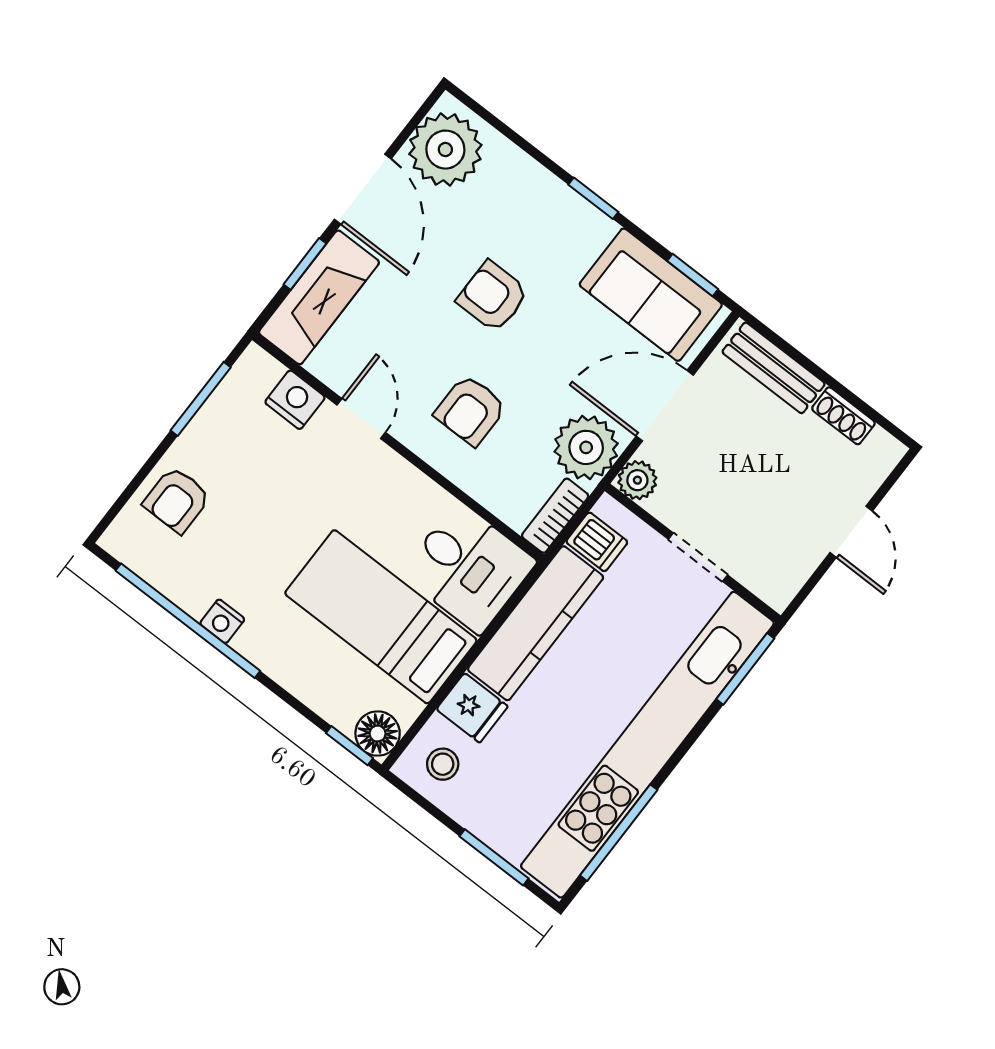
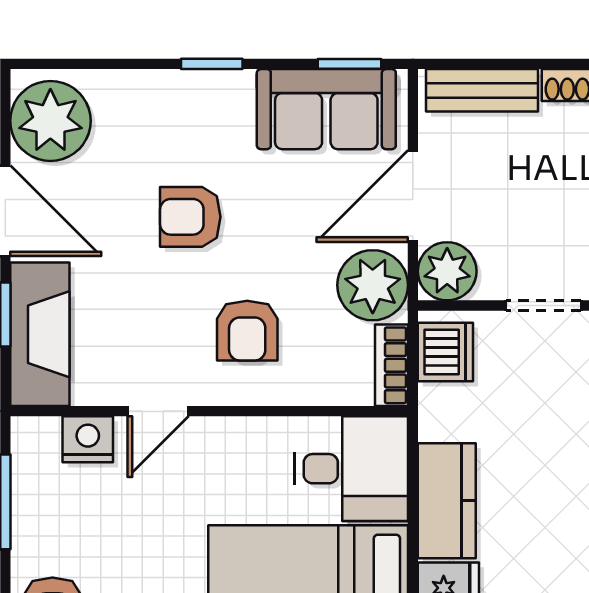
door: (361, 419) -> (158, 411), swing flipped
plant: (637, 480) -> (447, 271), width x1.38, depth x1.38
dishwasher: (597, 542) -> (445, 352), width x1.38
kitchen counter: (536, 623) -> (447, 501), width x0.67

